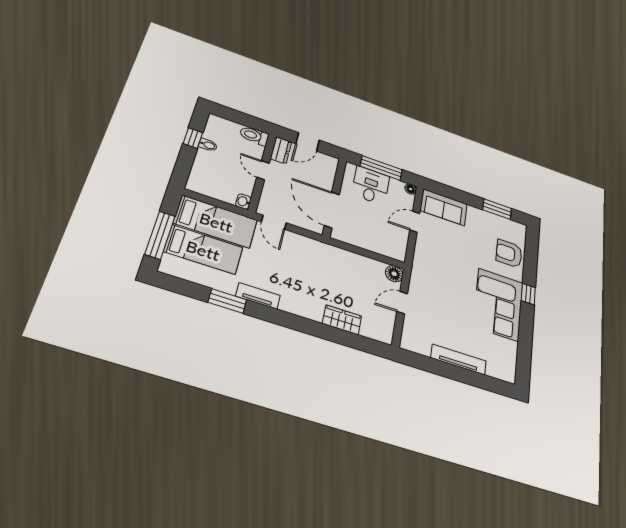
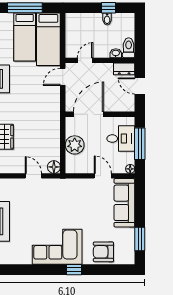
door: (263, 170) -> (85, 60), moved
washbasin: (243, 202) -> (116, 53), moved
sofa: (444, 207) -> (124, 203), width x1.36
plant: (369, 240) -> (75, 145), added
armchair: (509, 254) -> (103, 252), turned -90

